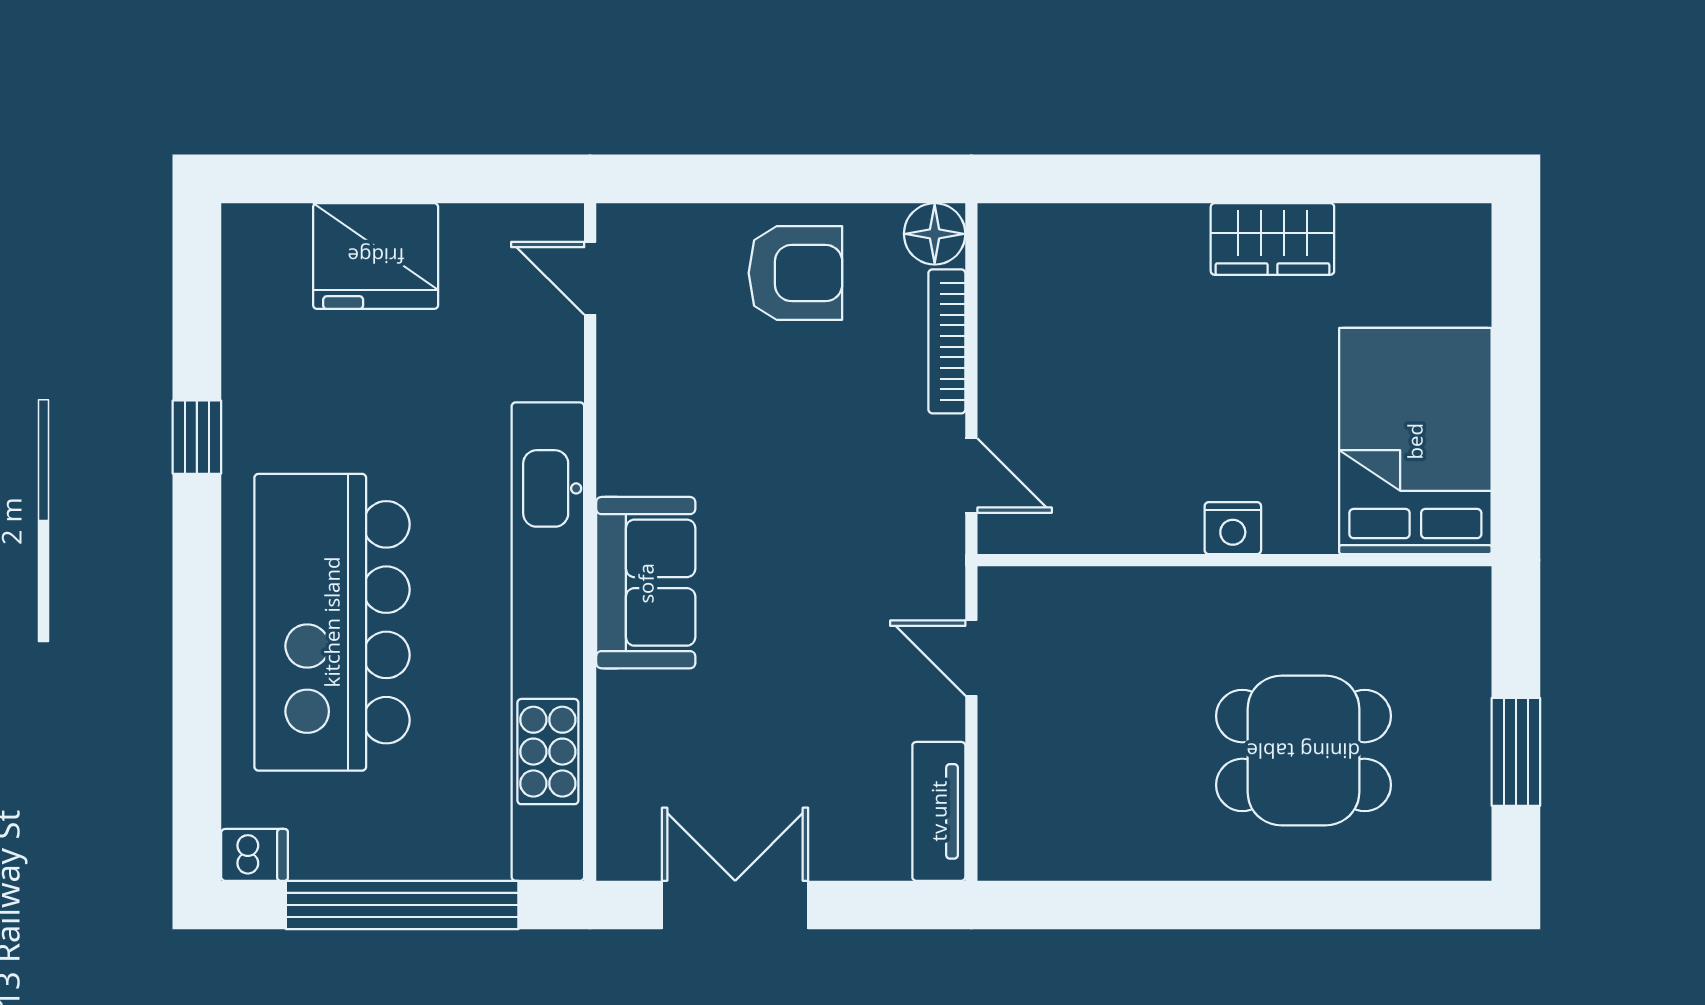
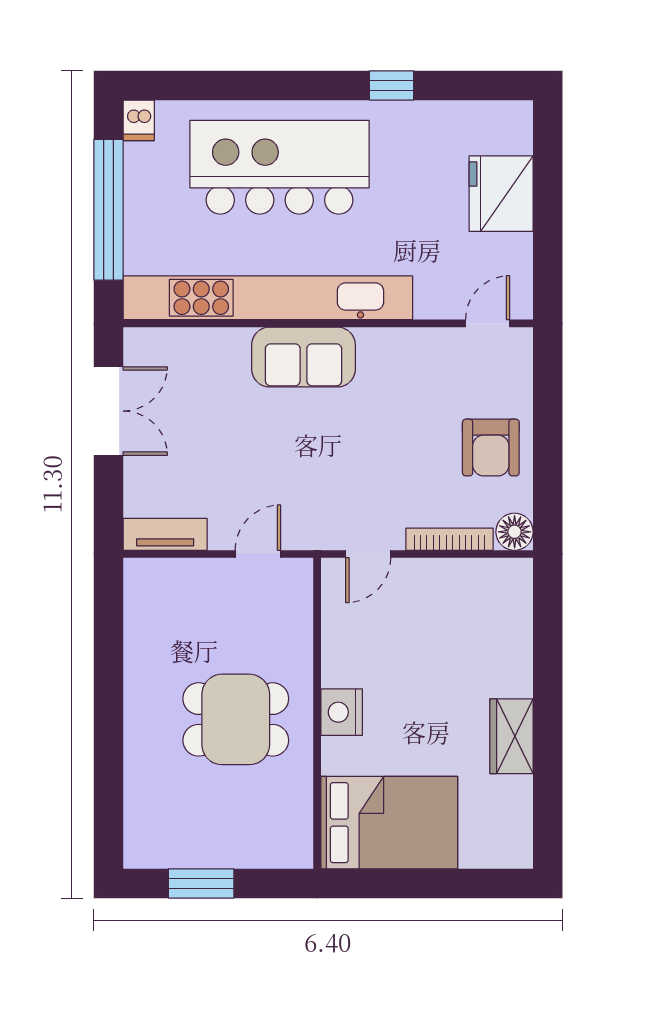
nightstand: (1233, 528) -> (342, 712), width x1.36, depth x1.33
dining table: (1303, 751) -> (236, 719), moved, turned 90

